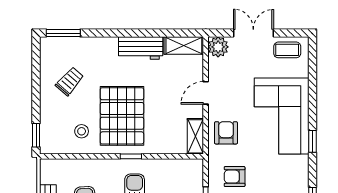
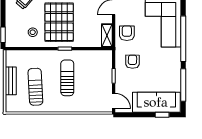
window: (312, 141) -> (183, 39), width x3.17
armchair: (235, 177) -> (132, 62), turned 91

